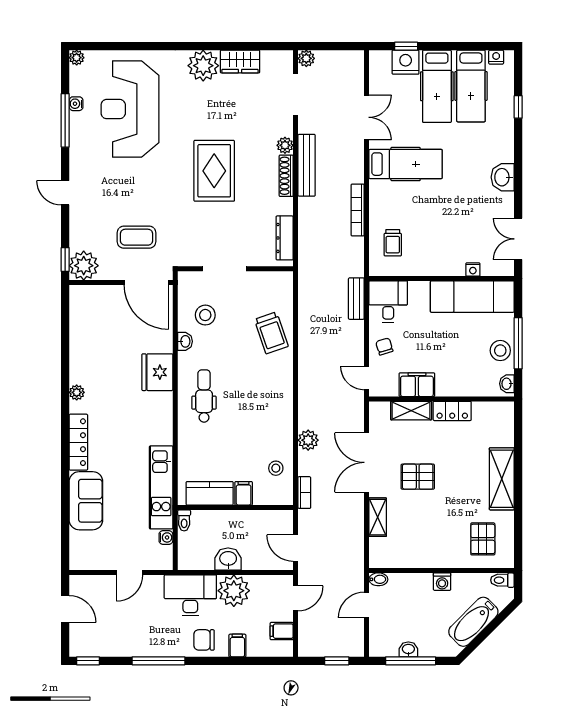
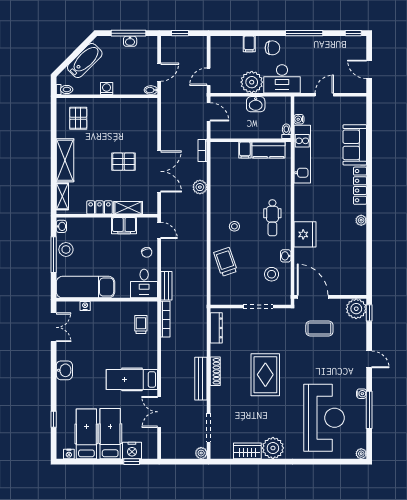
water cooler: (76, 104) -> (362, 394), moved
plant: (285, 145) -> (216, 393), removed
bookcase: (358, 210) -> (165, 319), moved
stool: (276, 468) -> (234, 226), moved
shelving: (378, 517) -> (62, 196), moved
filing cabinet: (282, 631) -> (218, 54), removed

